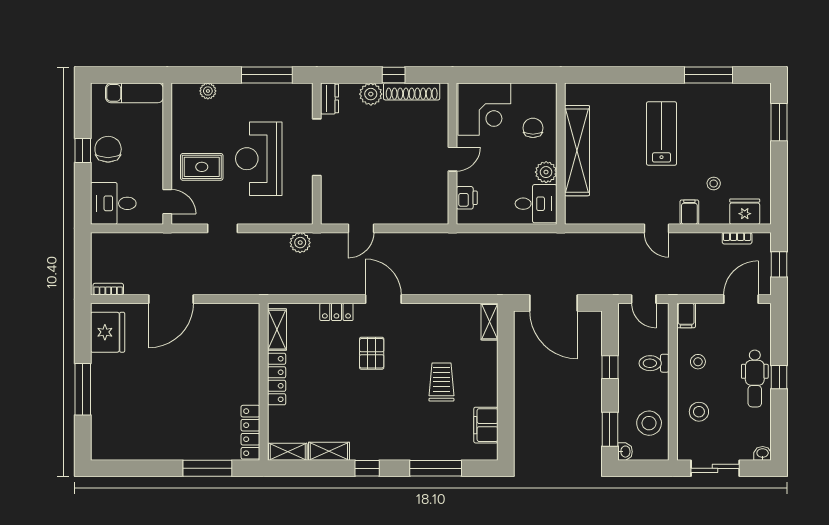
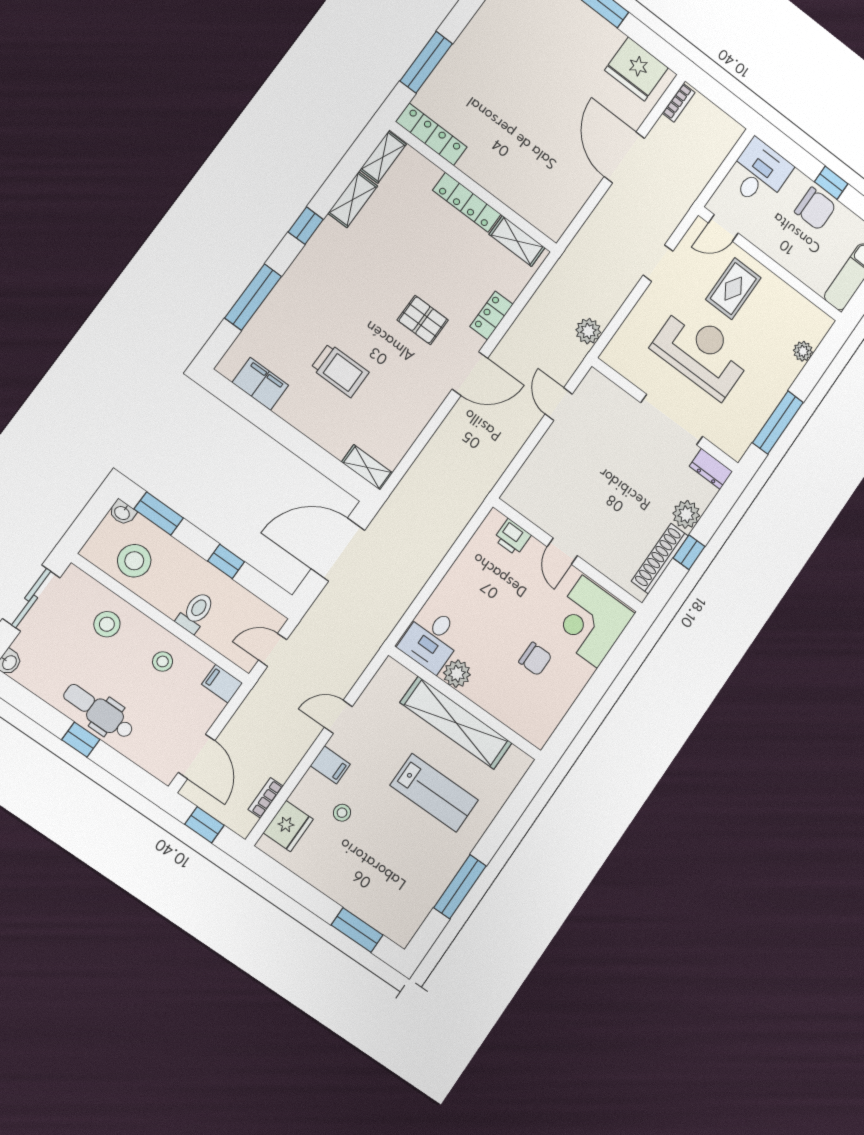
shelving: (577, 151) -> (456, 723), moved
wall: (561, 154) -> (465, 703), moved
plant: (546, 172) -> (457, 674), moved
desk: (536, 204) -> (432, 639), moved

